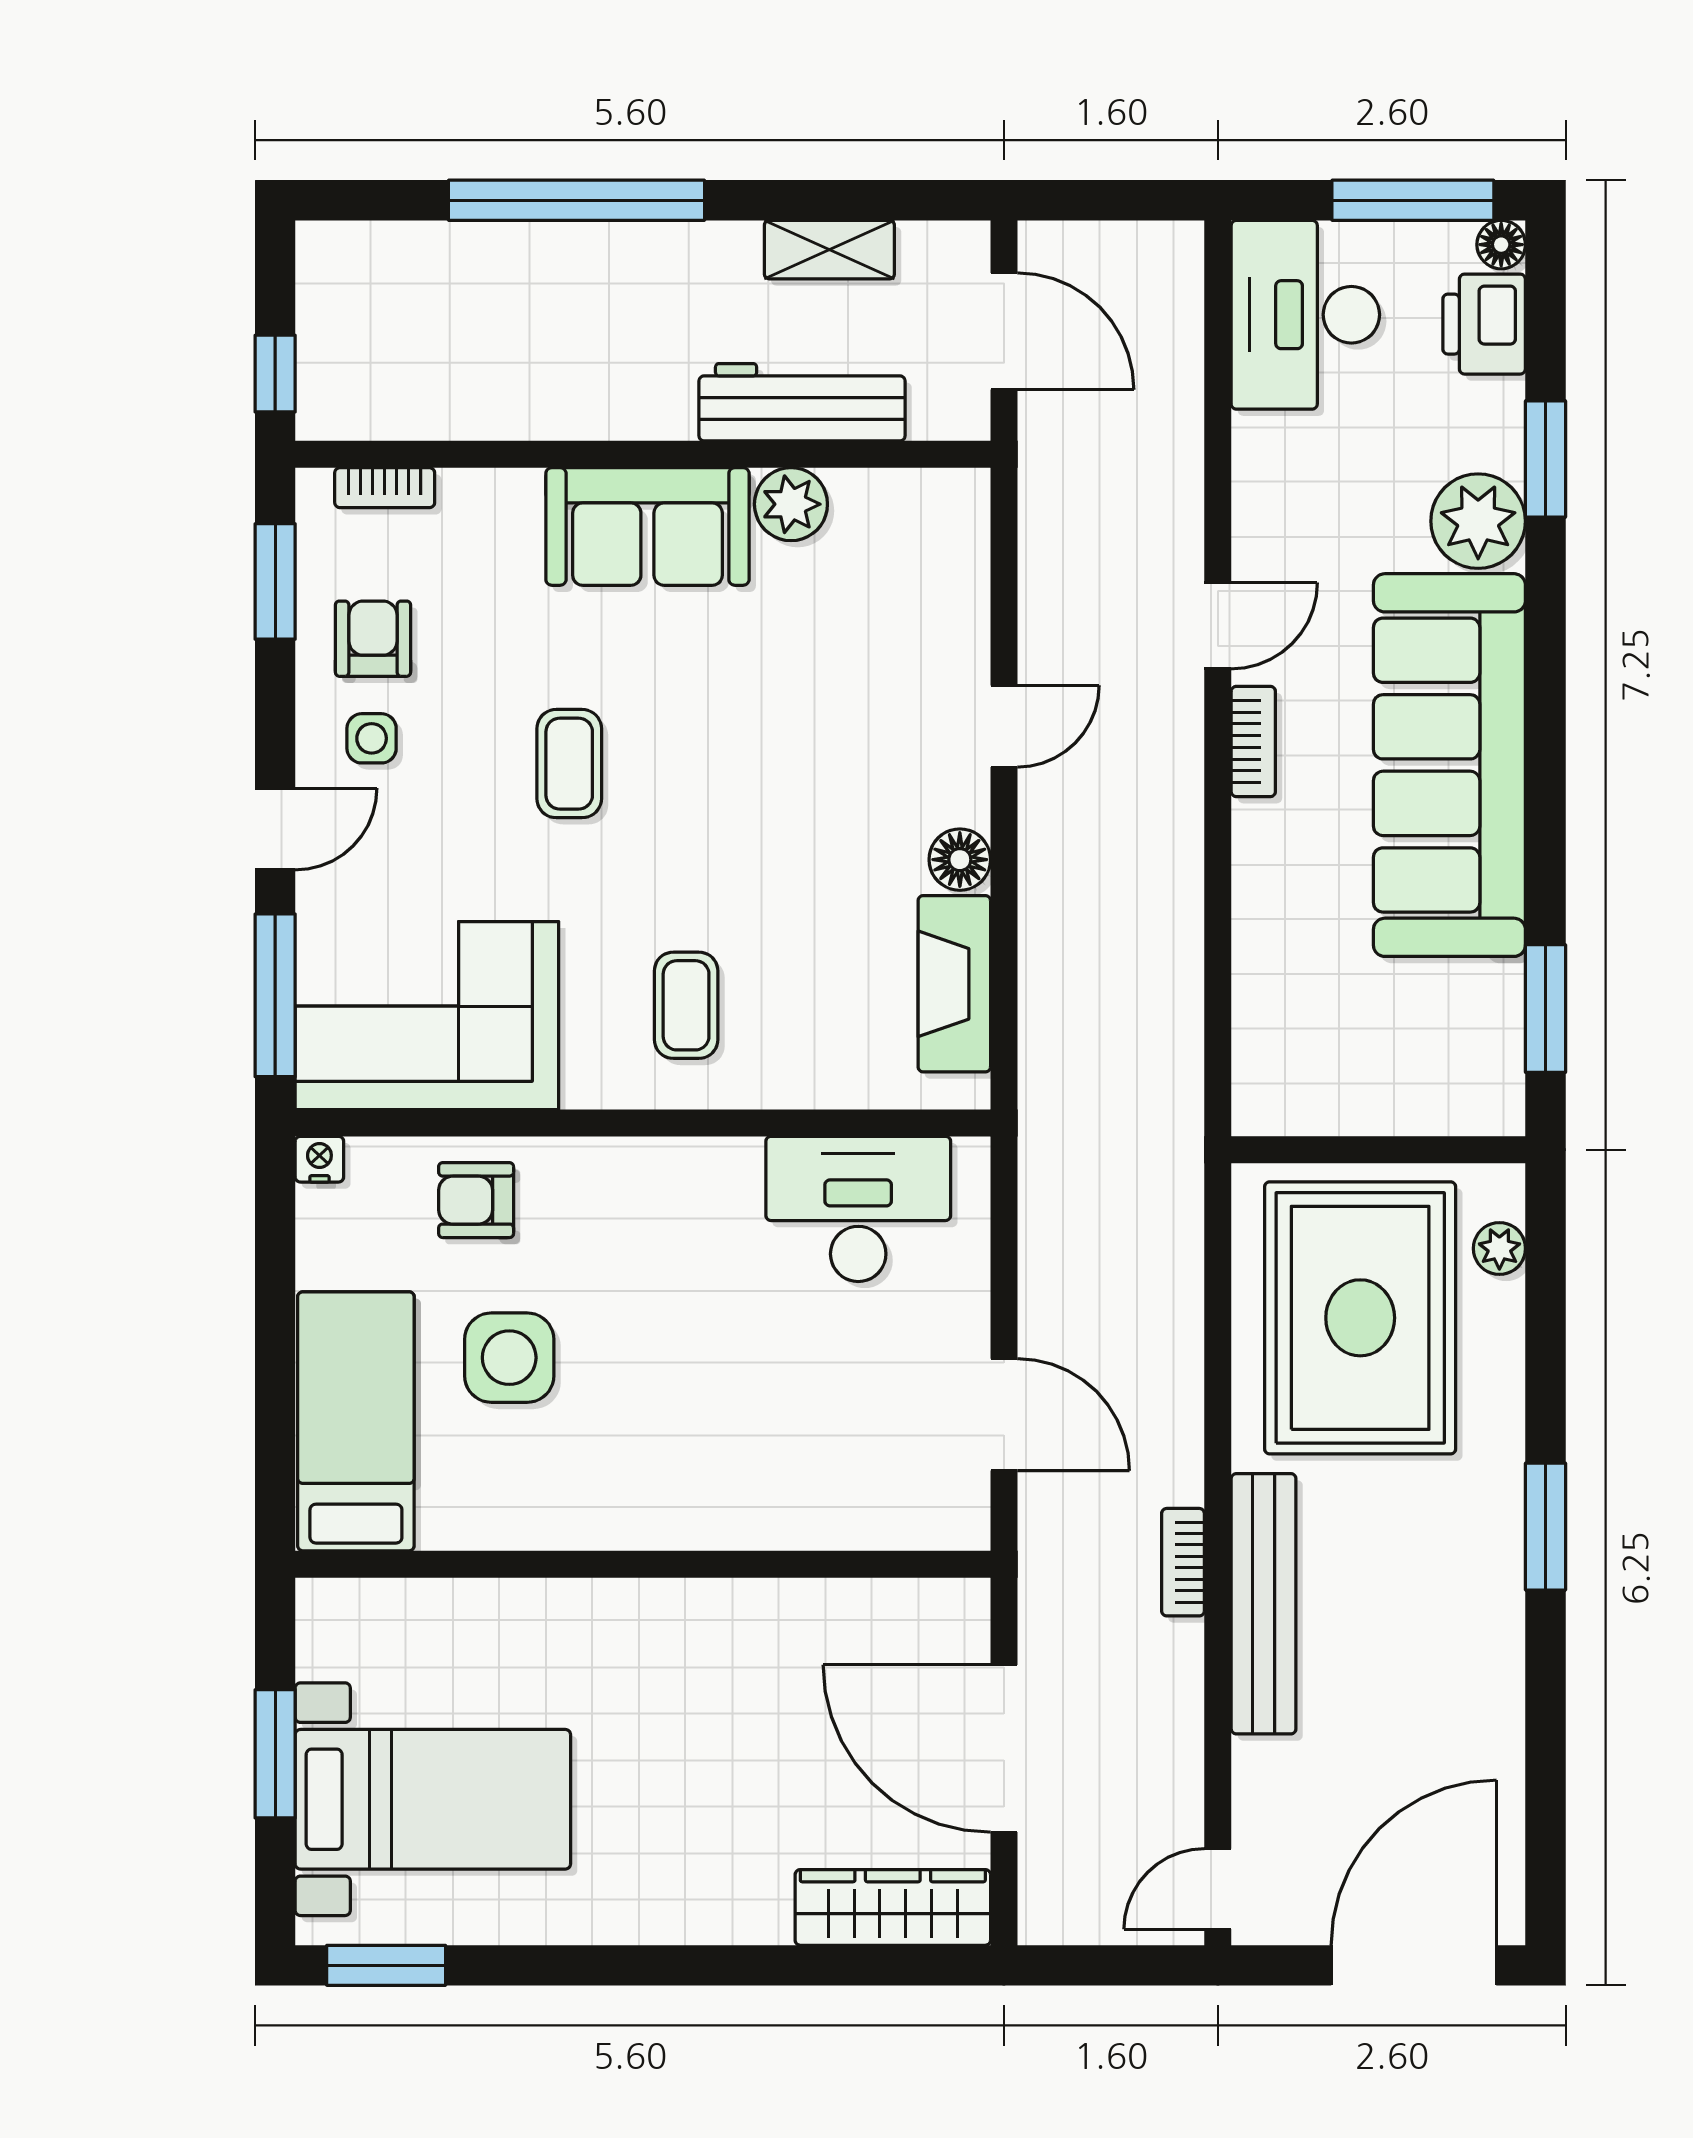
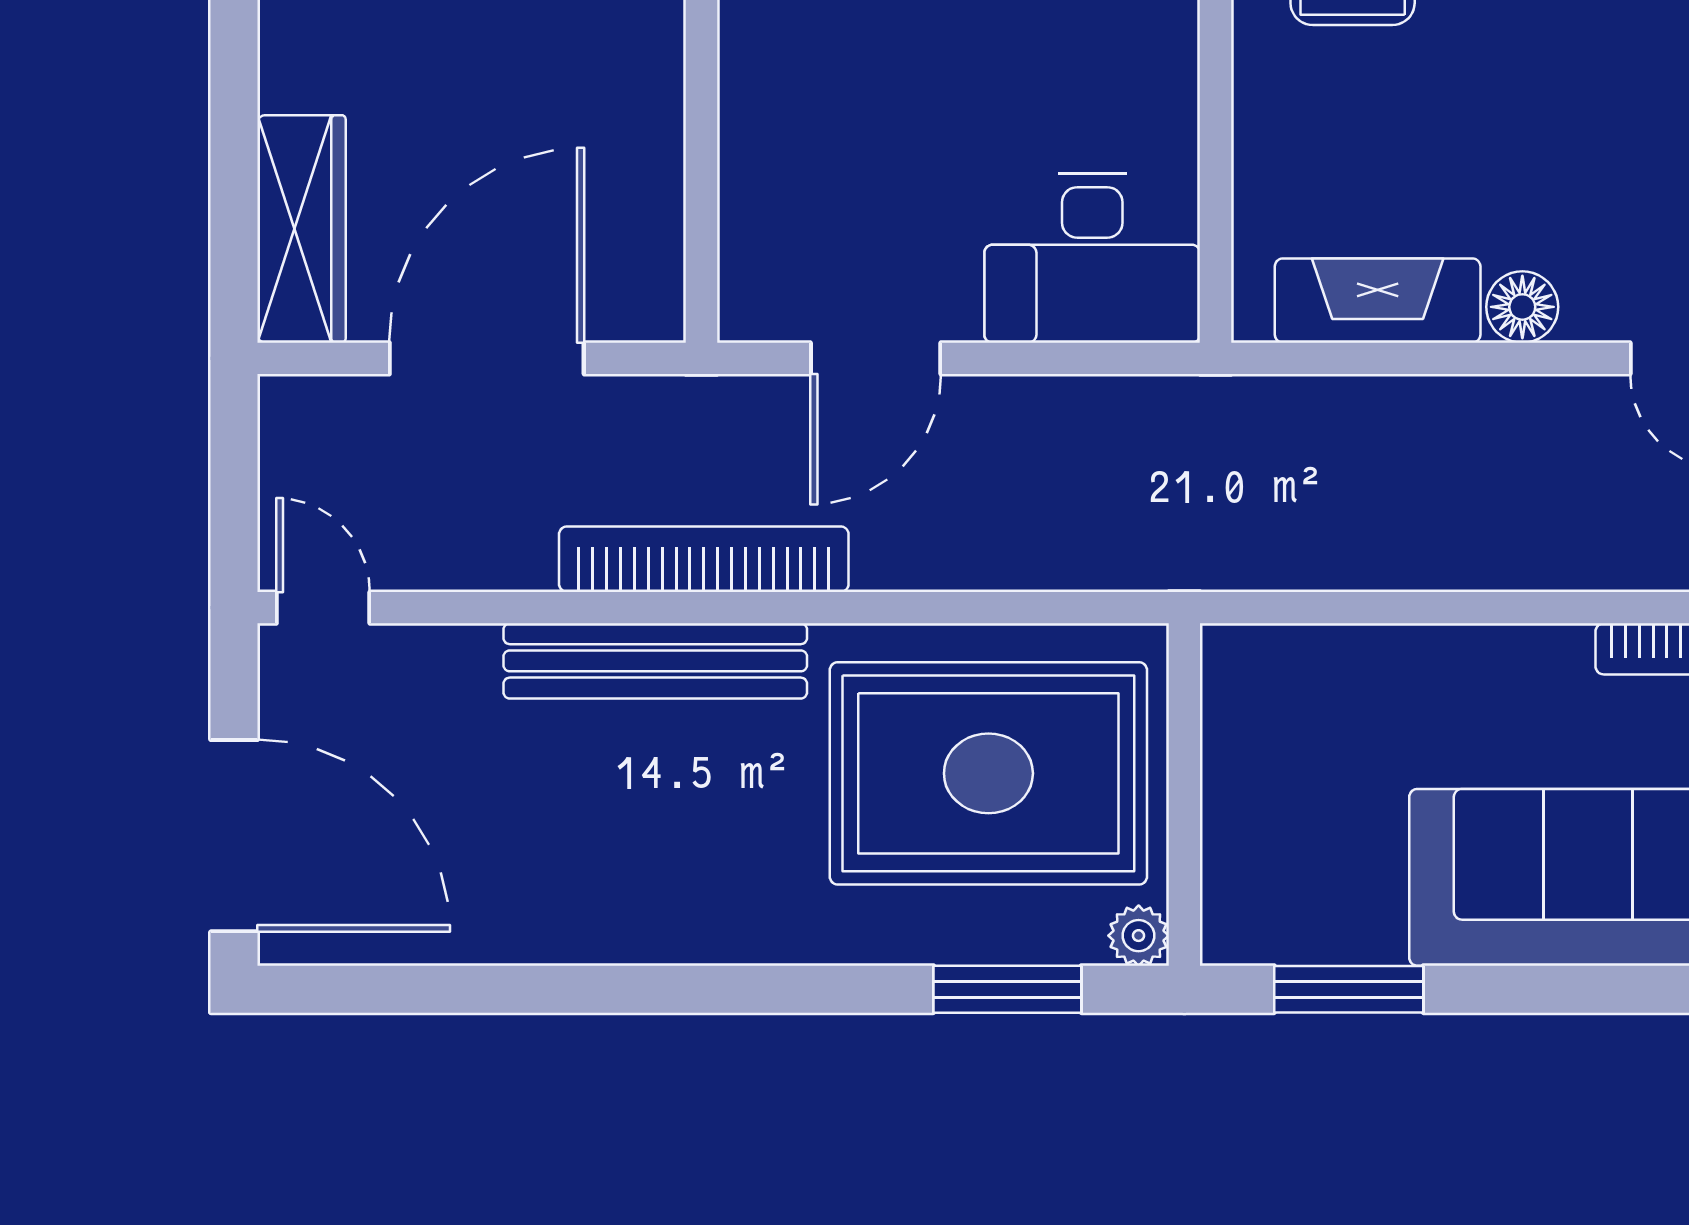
desk: (858, 1209) -> (1092, 258), moved, turned 90
plant: (1499, 1248) -> (1139, 936), moved
window: (1545, 1527) -> (1007, 989), moved
bookcase: (1183, 1562) -> (704, 559), width x2.31, depth x1.31

